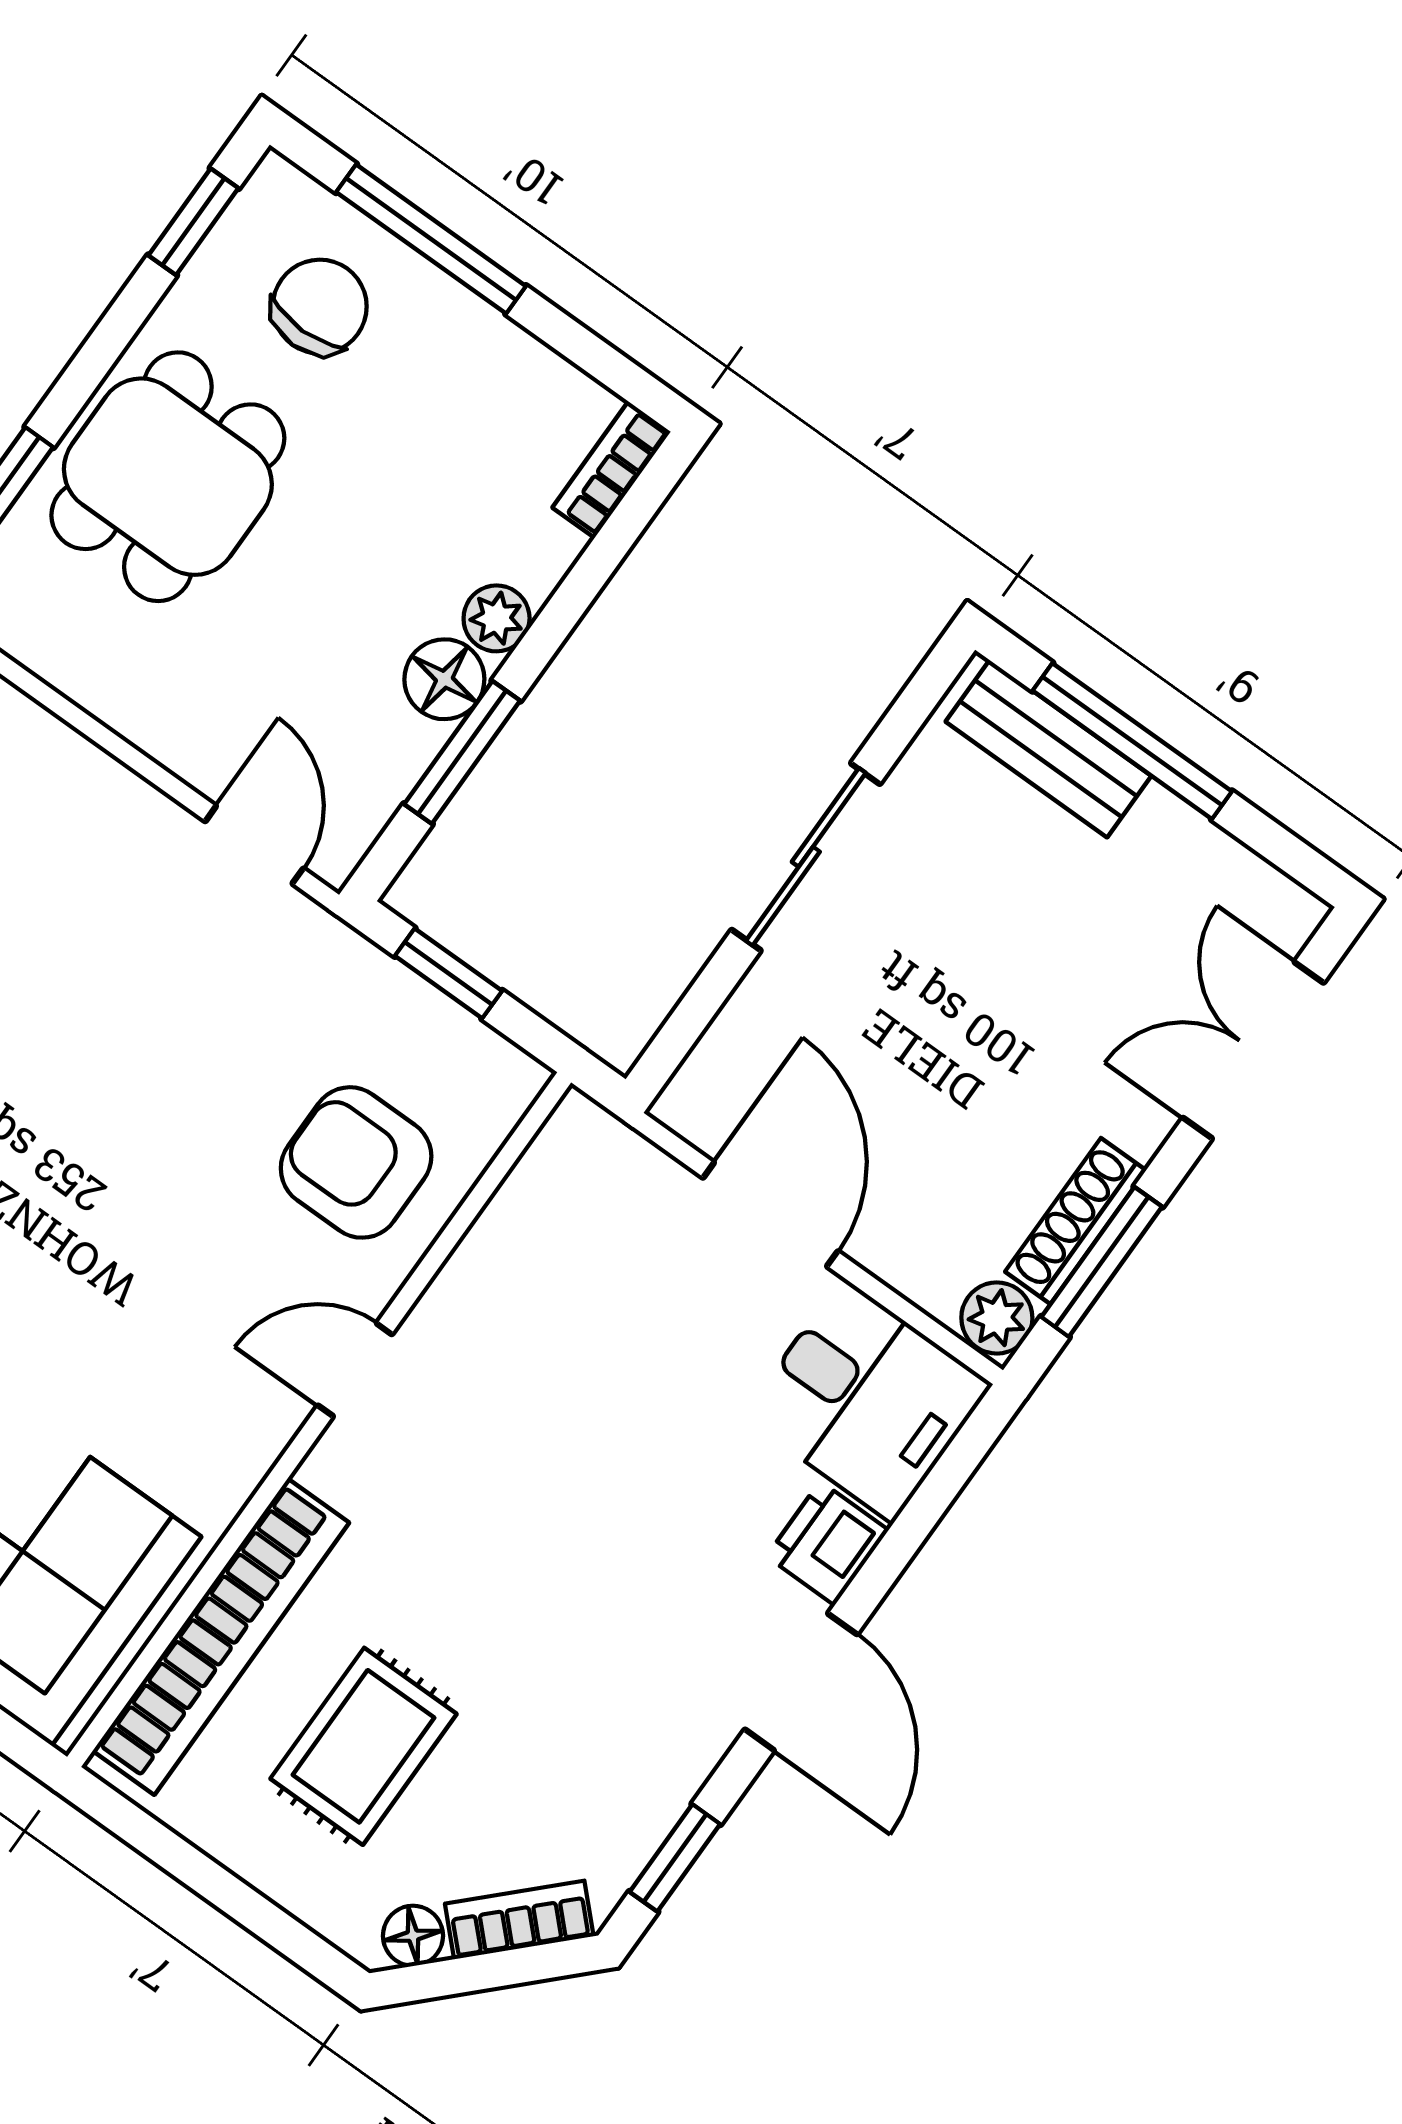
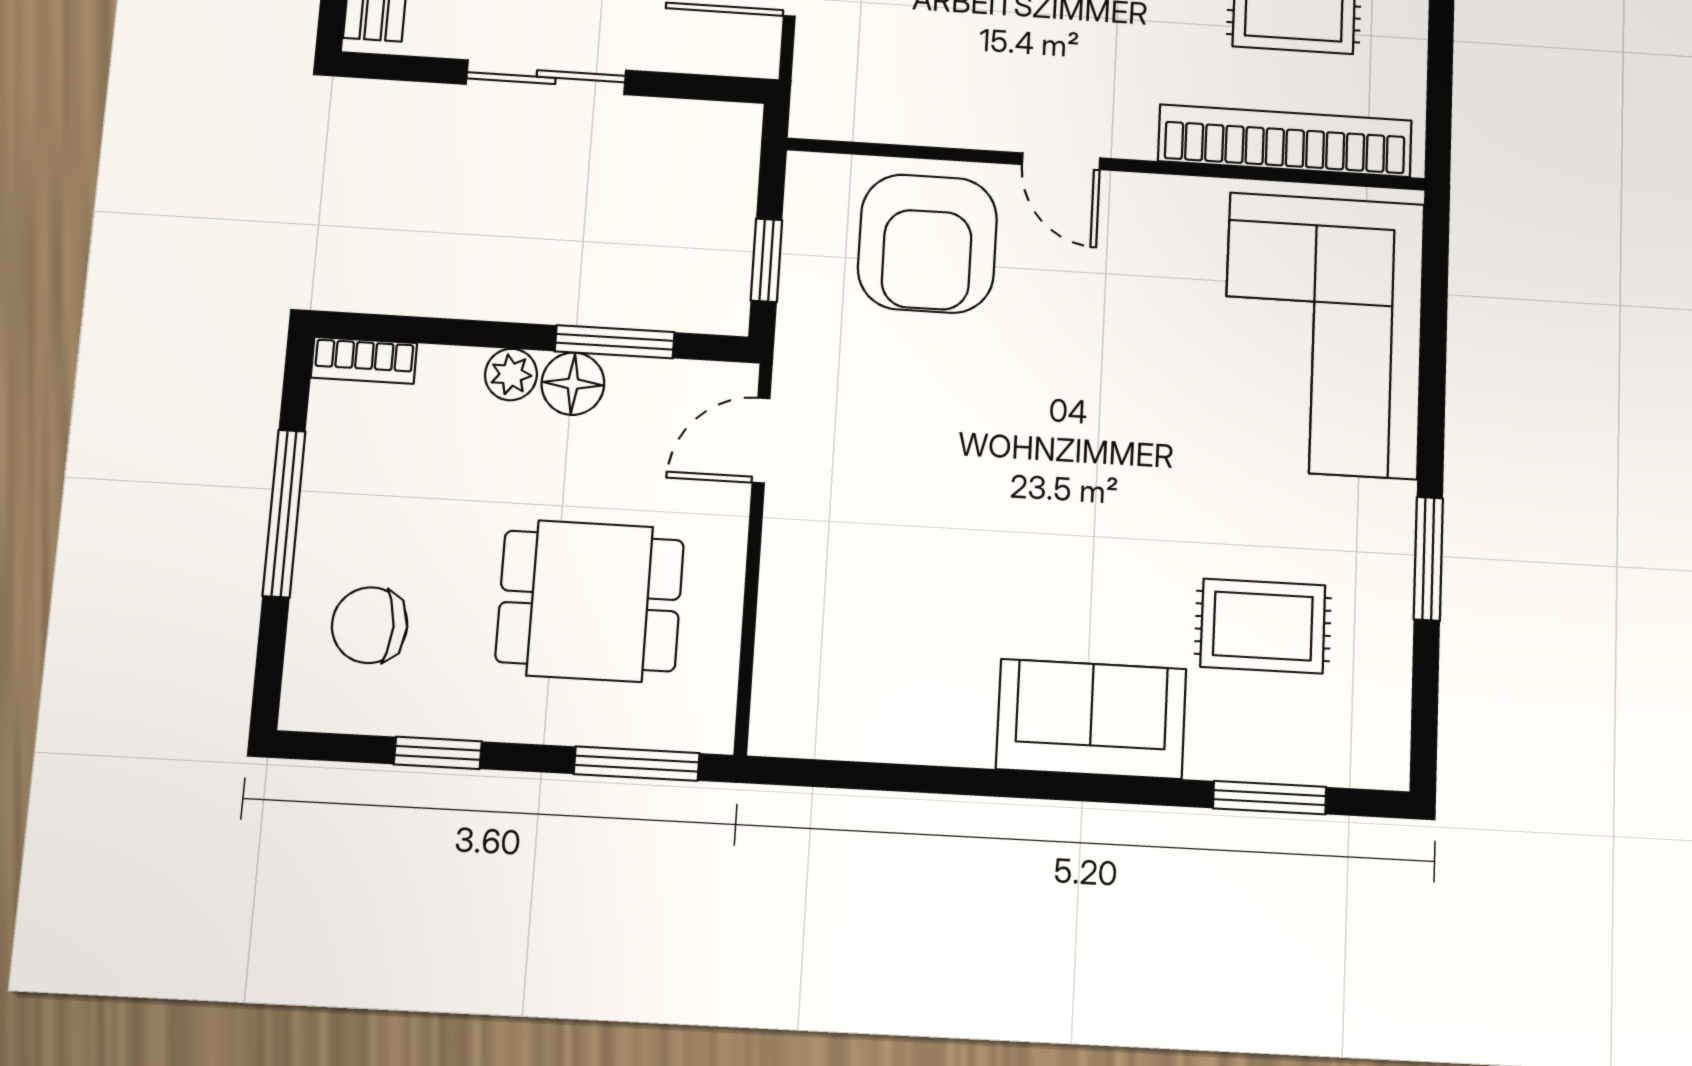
window: (193, 222) -> (438, 753), moved
window: (431, 239) -> (284, 513), moved
dining table: (168, 477) -> (590, 601), moved
armchair: (356, 1162) -> (927, 244), width x1.36, depth x1.36

